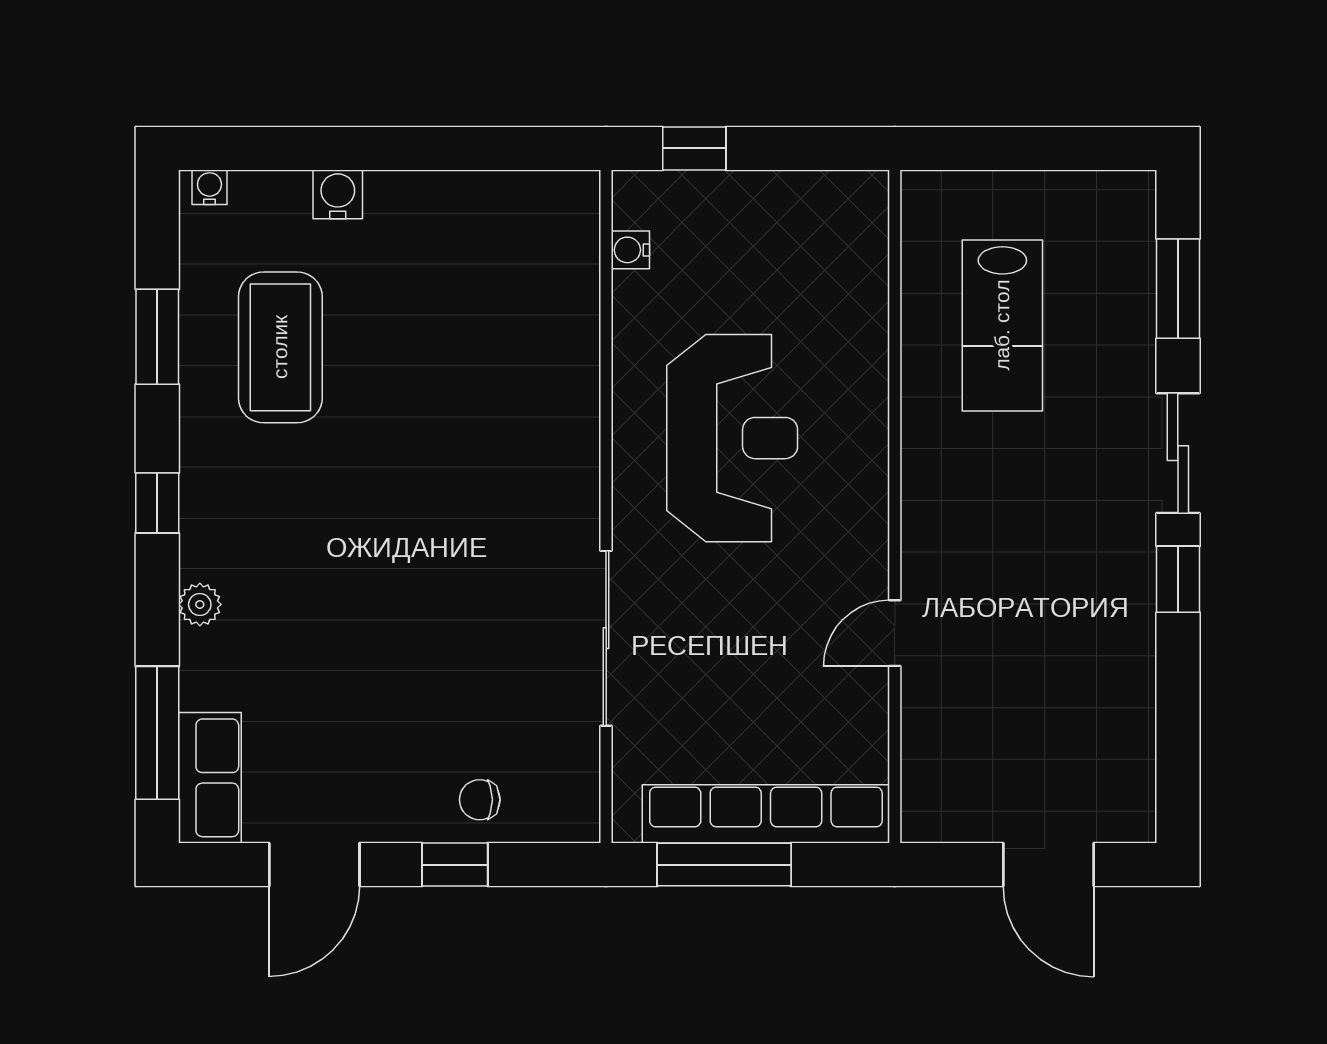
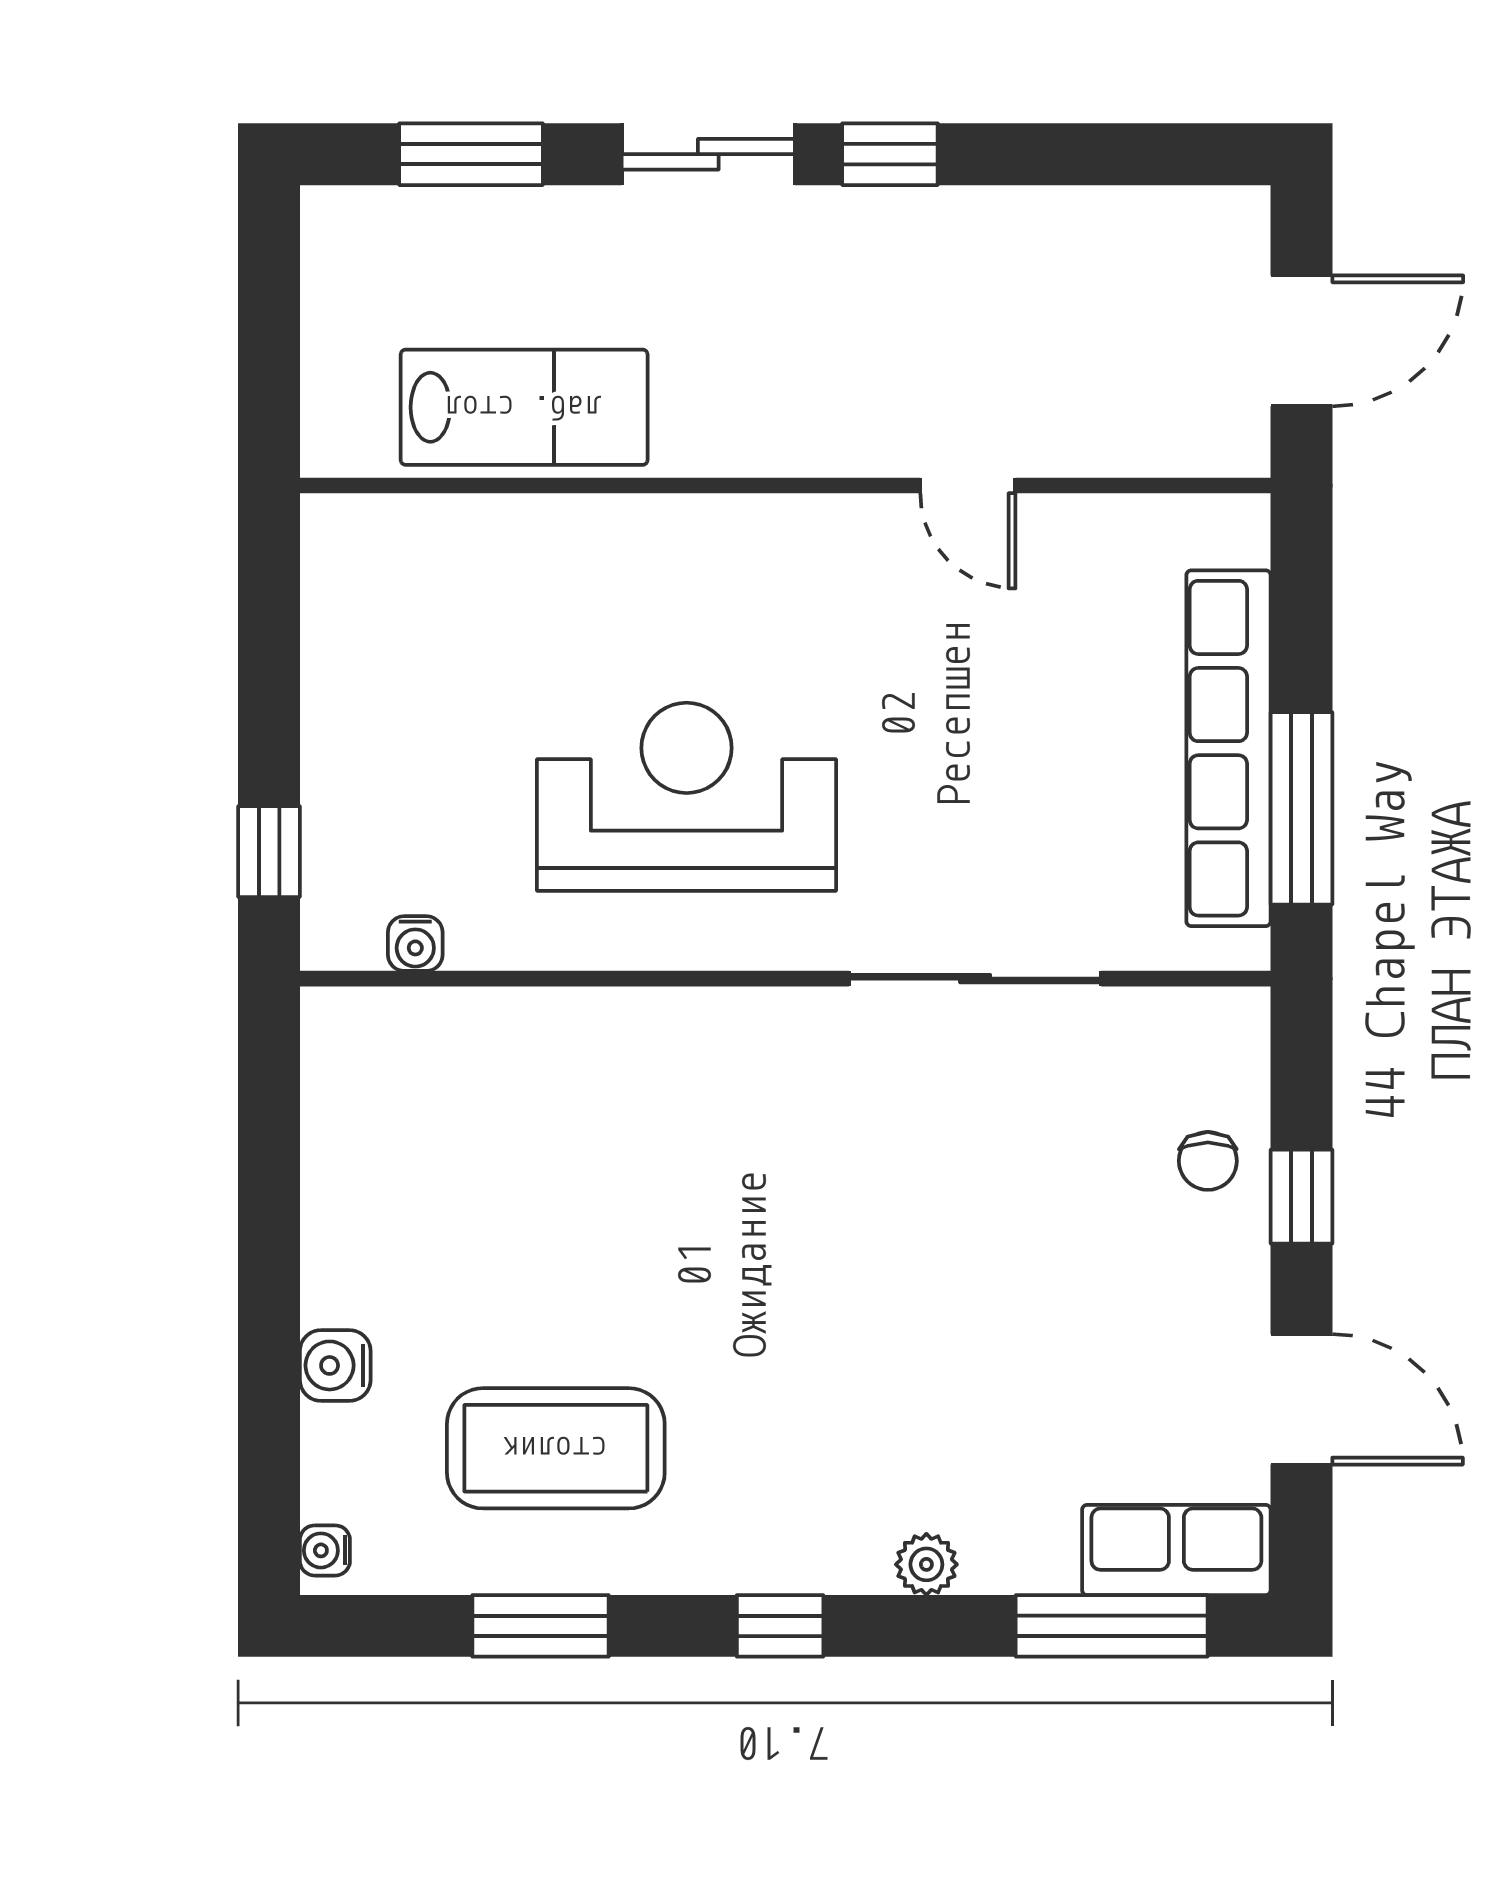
wall: (895, 507) -> (785, 486), moved
door: (895, 633) -> (968, 486), moved

